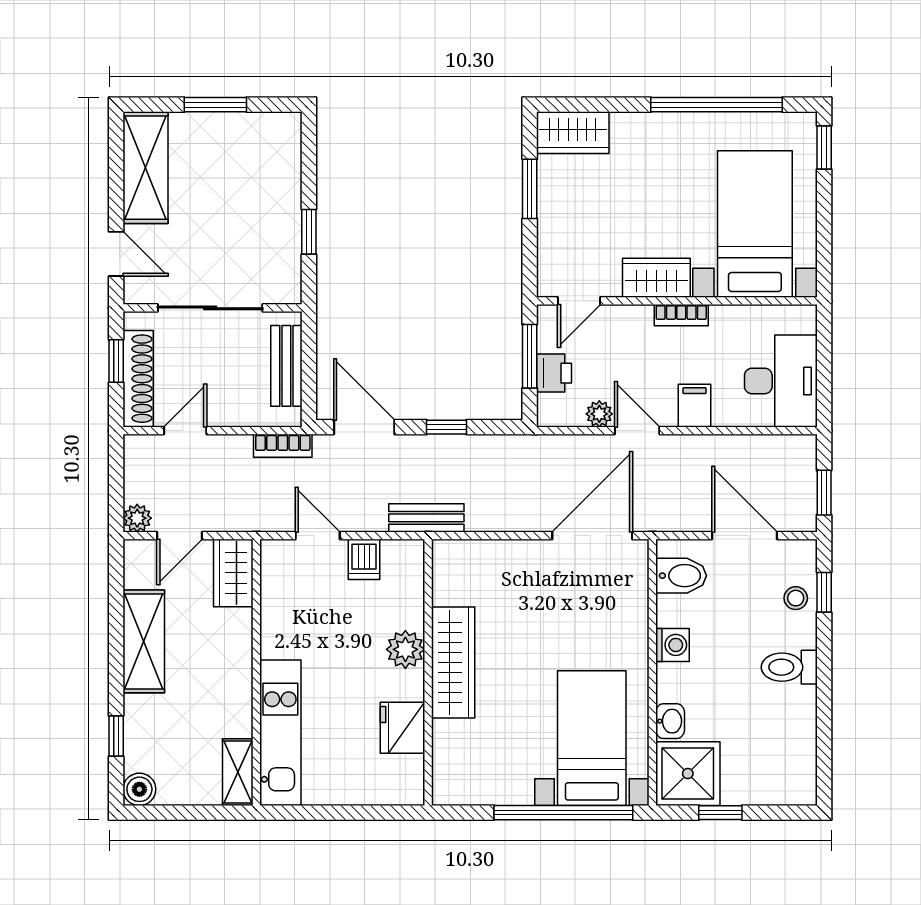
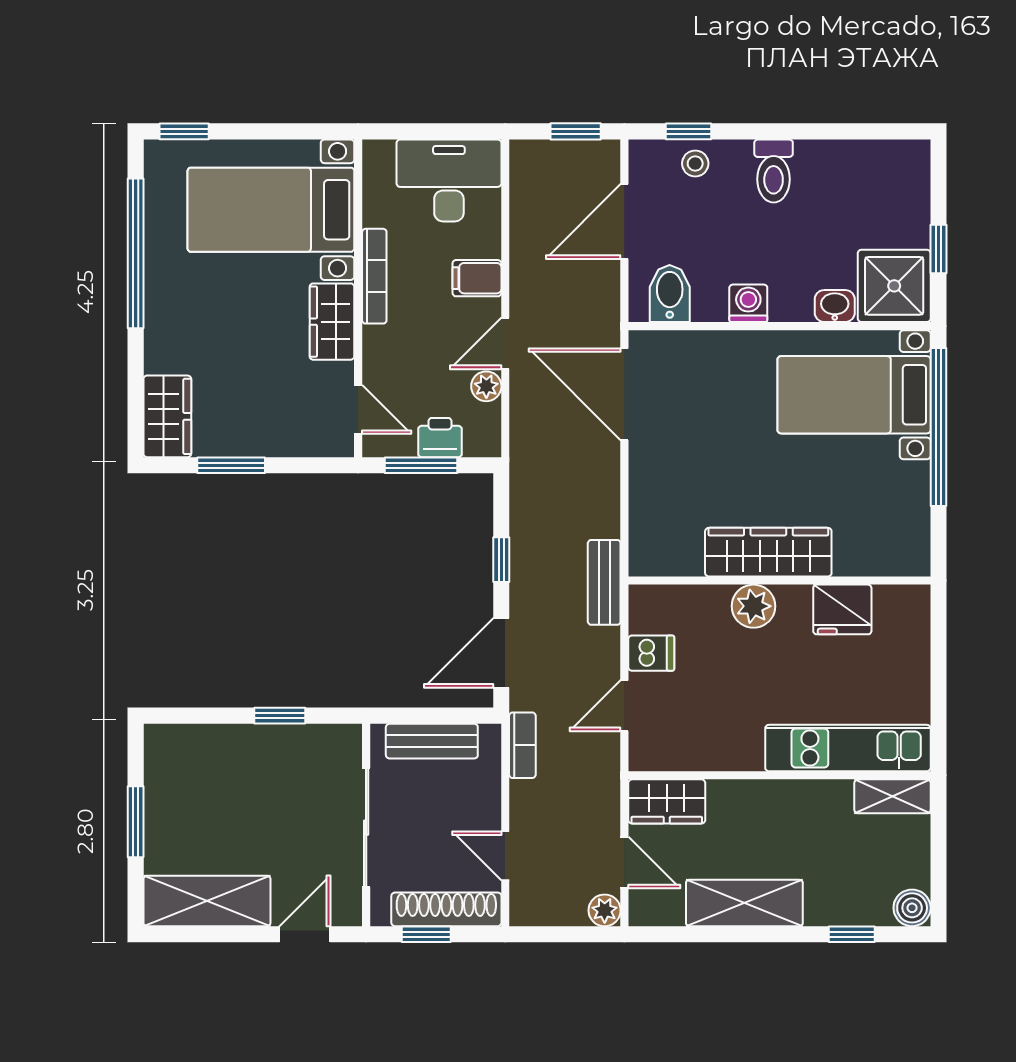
bookcase: (681, 315) -> (374, 276), width x1.56

